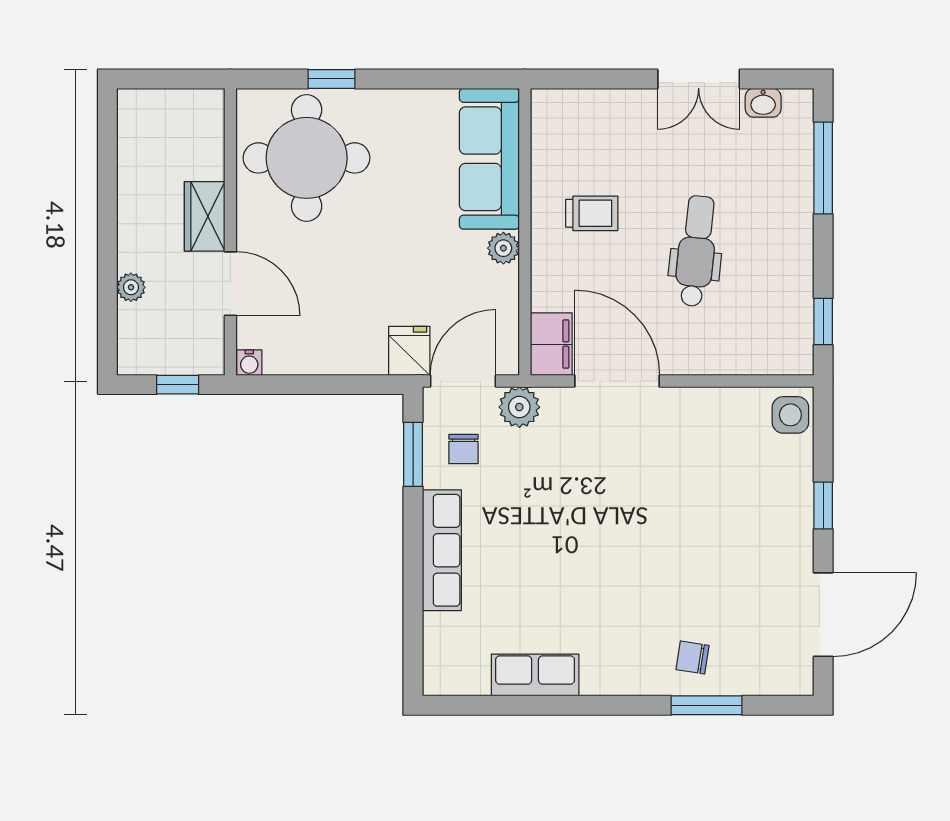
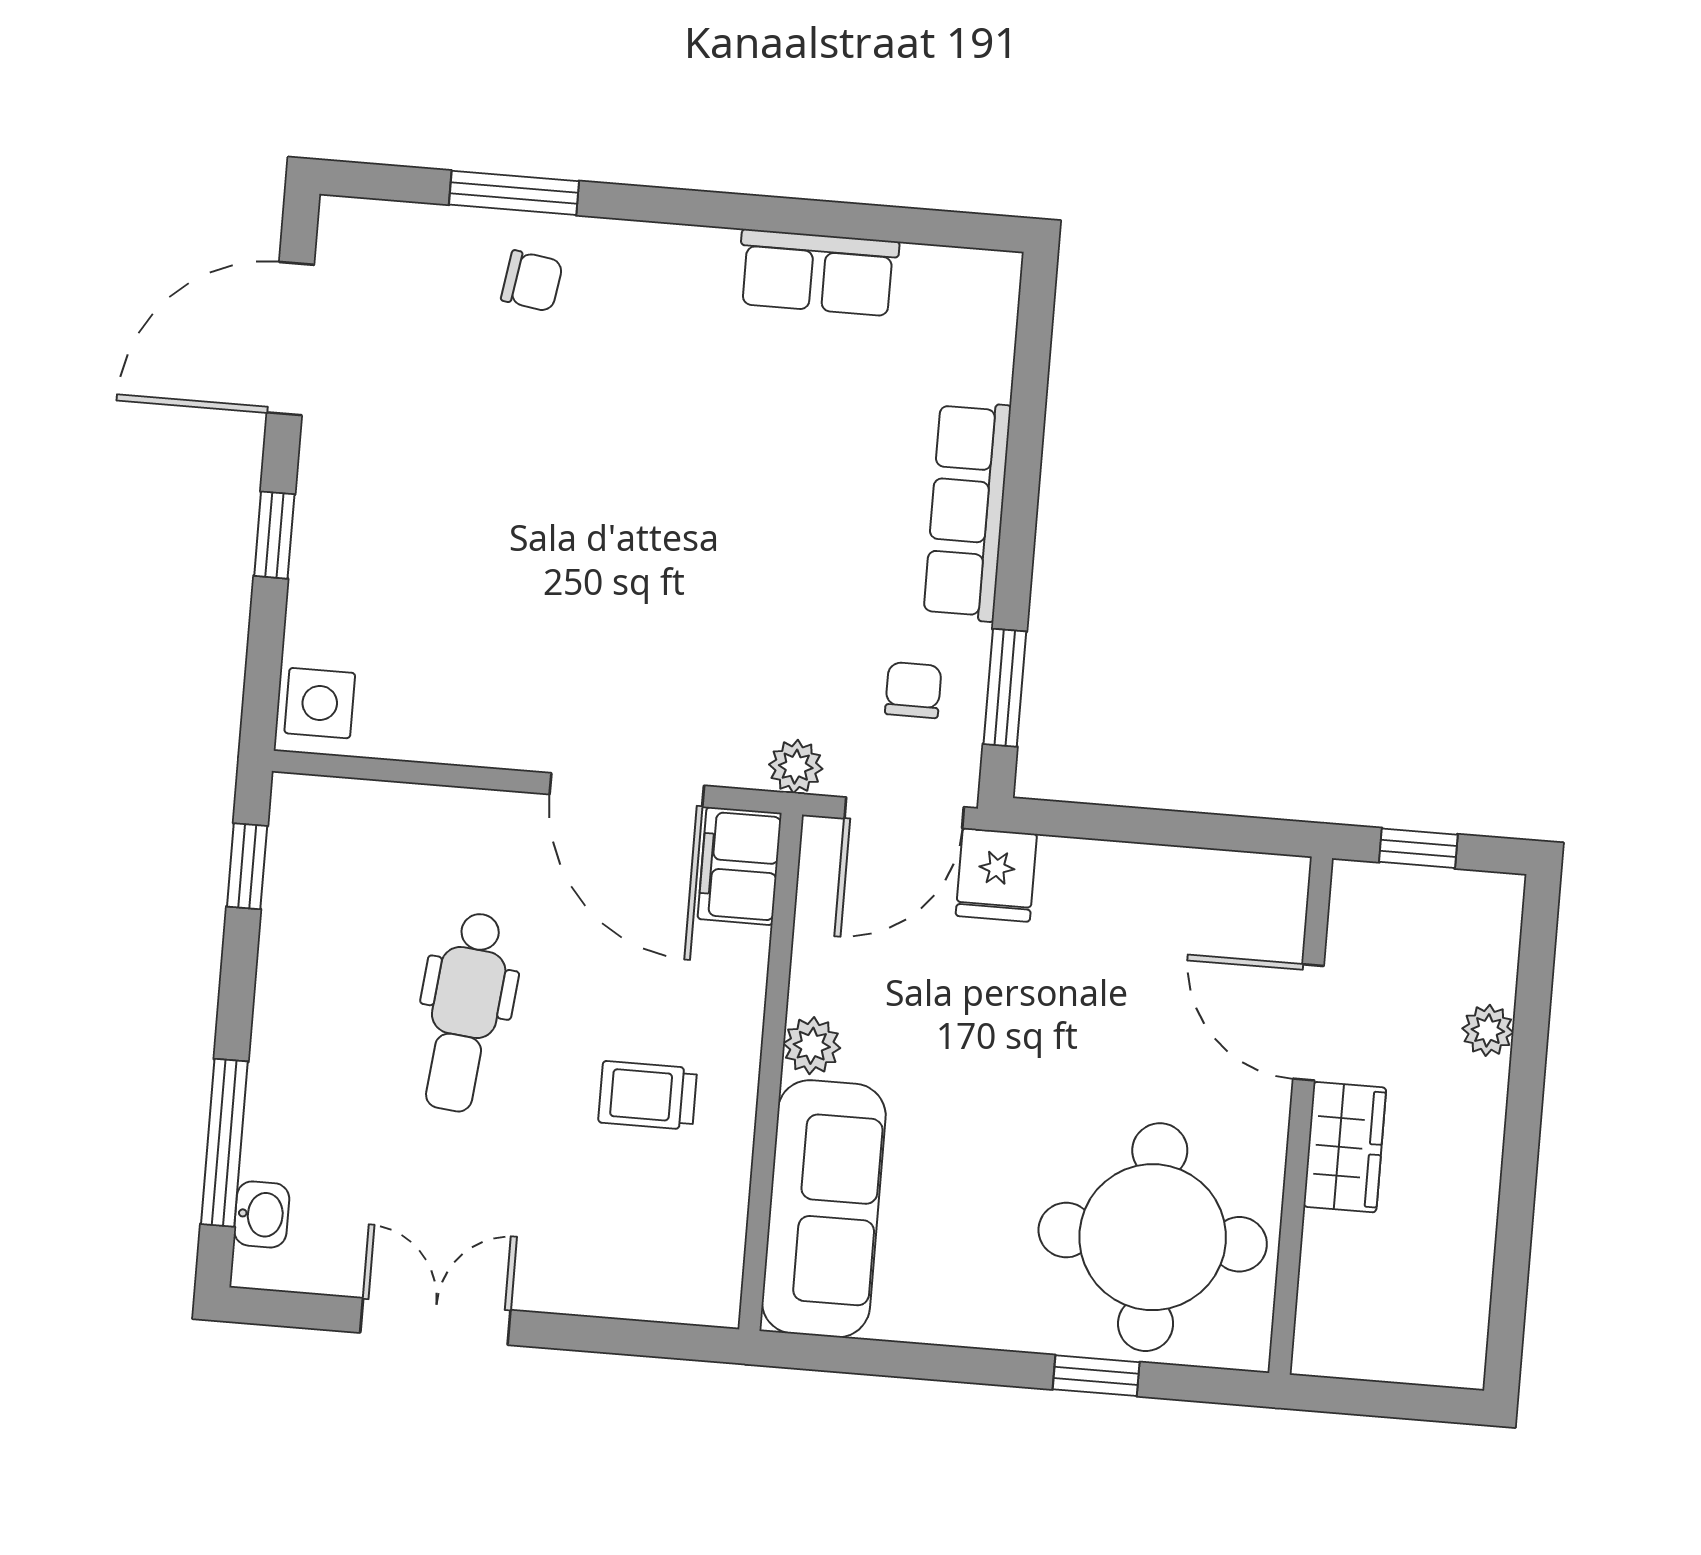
washbasin: (763, 103) -> (262, 1214), moved, turned 90
water cooler: (249, 363) -> (1286, 877), removed
plant: (519, 407) -> (796, 767), width x0.73, depth x0.73

